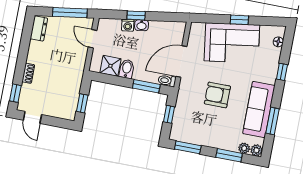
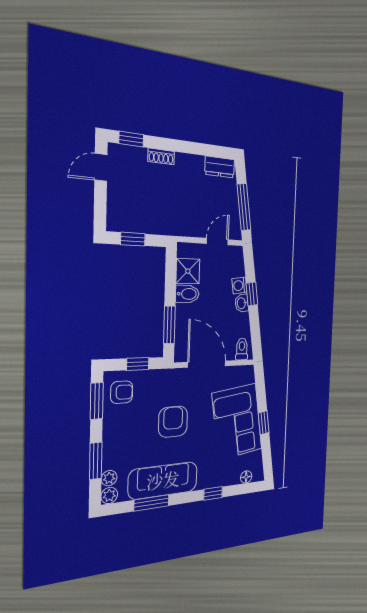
toilet: (167, 81) -> (242, 349), moved
armchair: (186, 129) -> (122, 392), added

